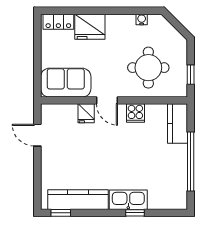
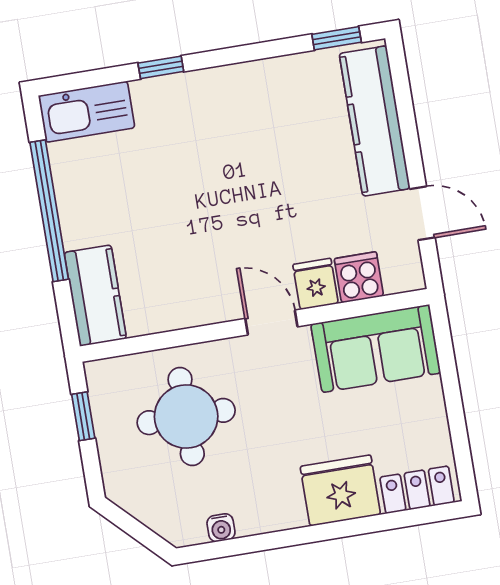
cooker: (135, 113) -> (359, 277), moved
kitchen counter: (78, 200) -> (375, 121), moved, turned 90
kitchen sink: (128, 200) -> (87, 112), moved

